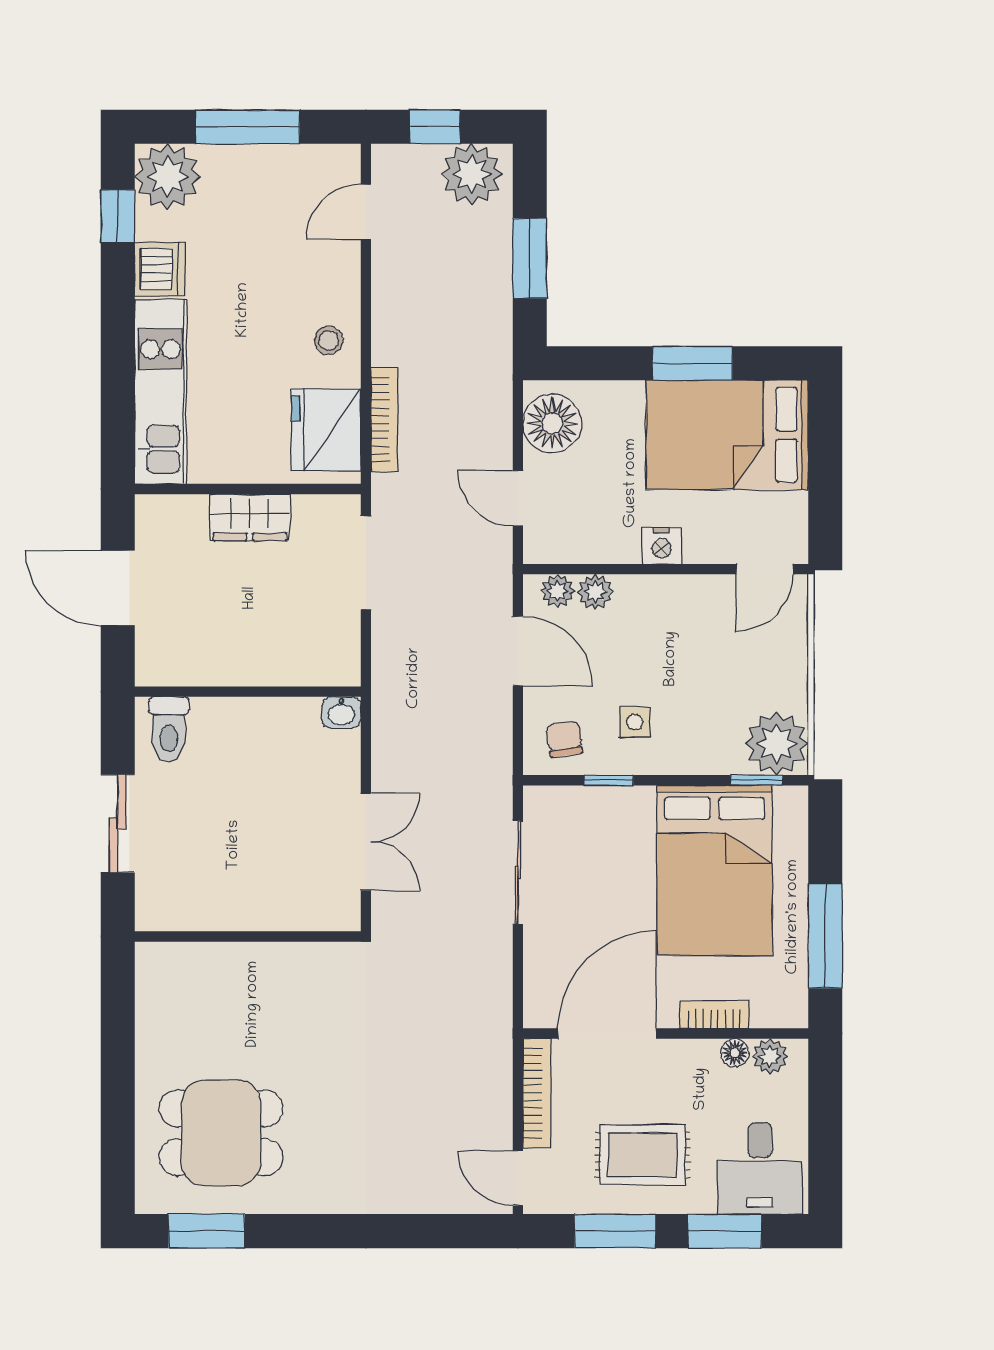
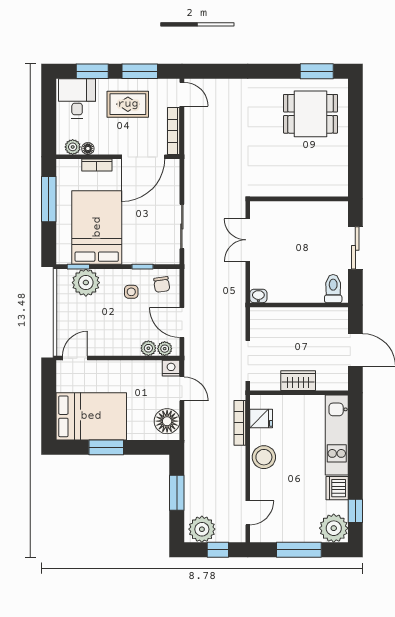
stool: (329, 340) -> (264, 457), width x1.89, depth x1.89
fridge: (326, 430) -> (261, 418), width x0.53, depth x0.75
nightstand: (662, 546) -> (171, 368), moved
plant: (777, 743) -> (86, 283), moved

